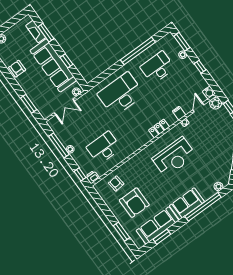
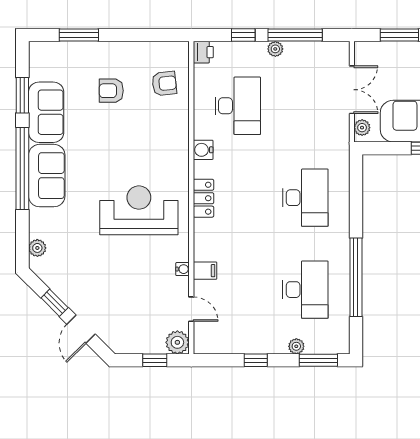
water cooler: (209, 92) -> (203, 150), moved
desk: (121, 94) -> (305, 198), width x0.73, depth x0.77
double door: (64, 107) -> (352, 90), swing flipped
locker: (159, 128) -> (203, 198), moved
reception desk: (174, 157) -> (139, 210), turned 90
window: (80, 174) -> (243, 35), moved
armchair: (134, 203) -> (111, 91), width x0.53, depth x0.53
window: (203, 207) -> (22, 169), moved
sofa: (157, 225) -> (46, 112), width x0.73

